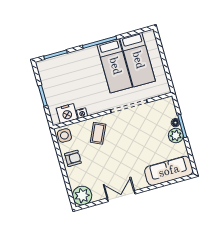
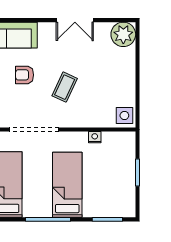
bed: (115, 66) -> (67, 185), moved
nightstand: (67, 113) -> (114, 142), removed
coffee table: (98, 133) -> (65, 87), moved
armchair: (73, 158) -> (25, 75), moved

